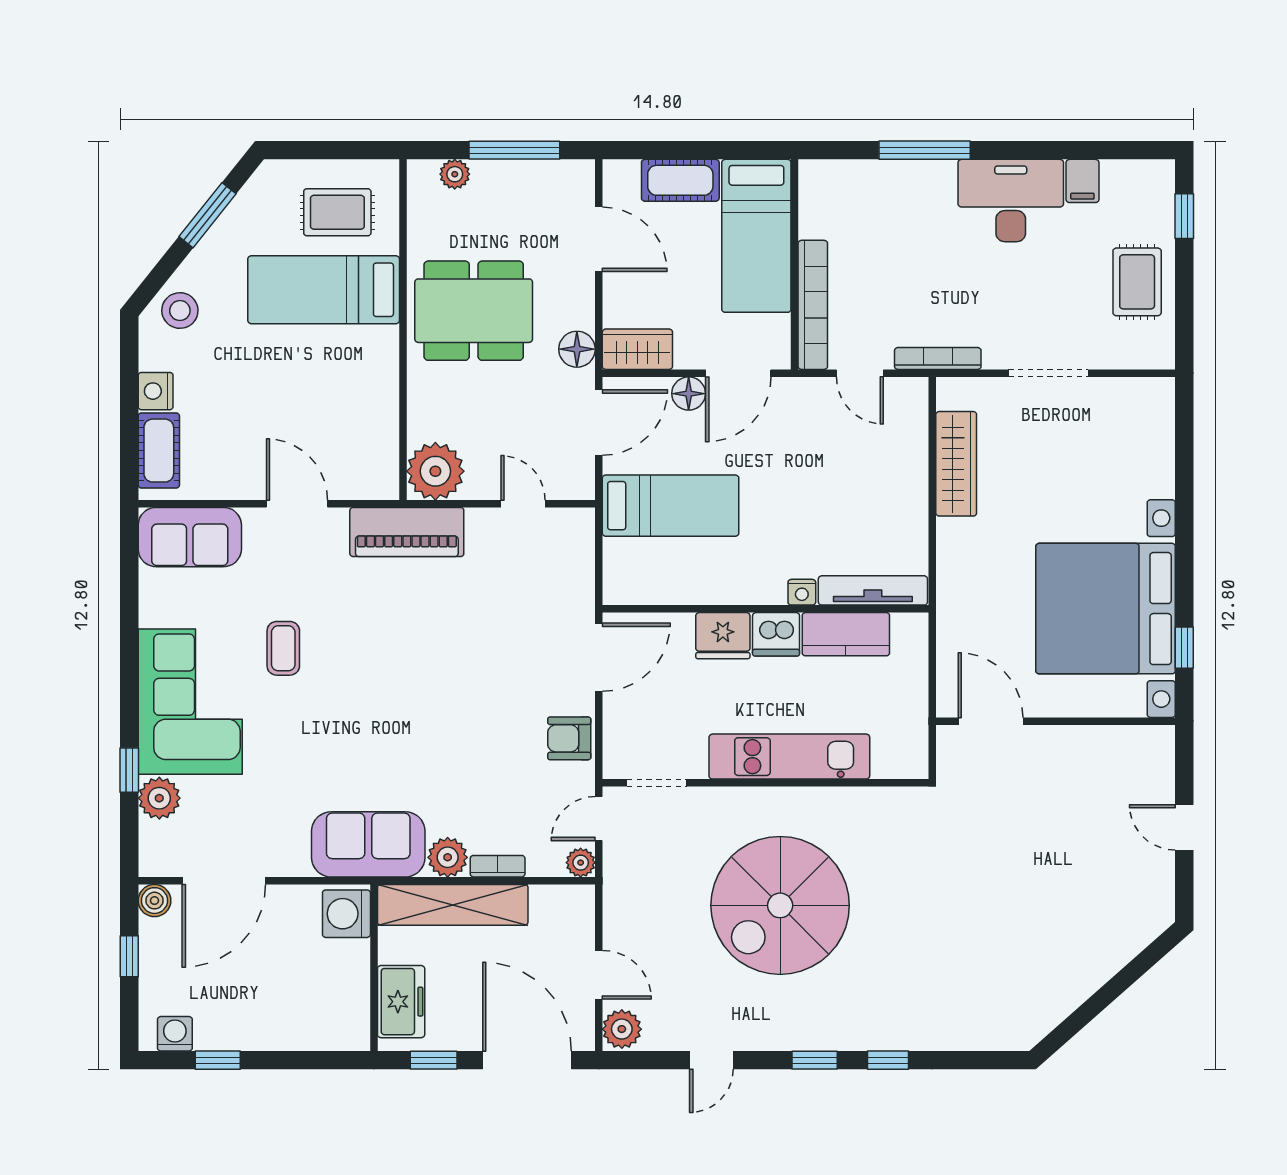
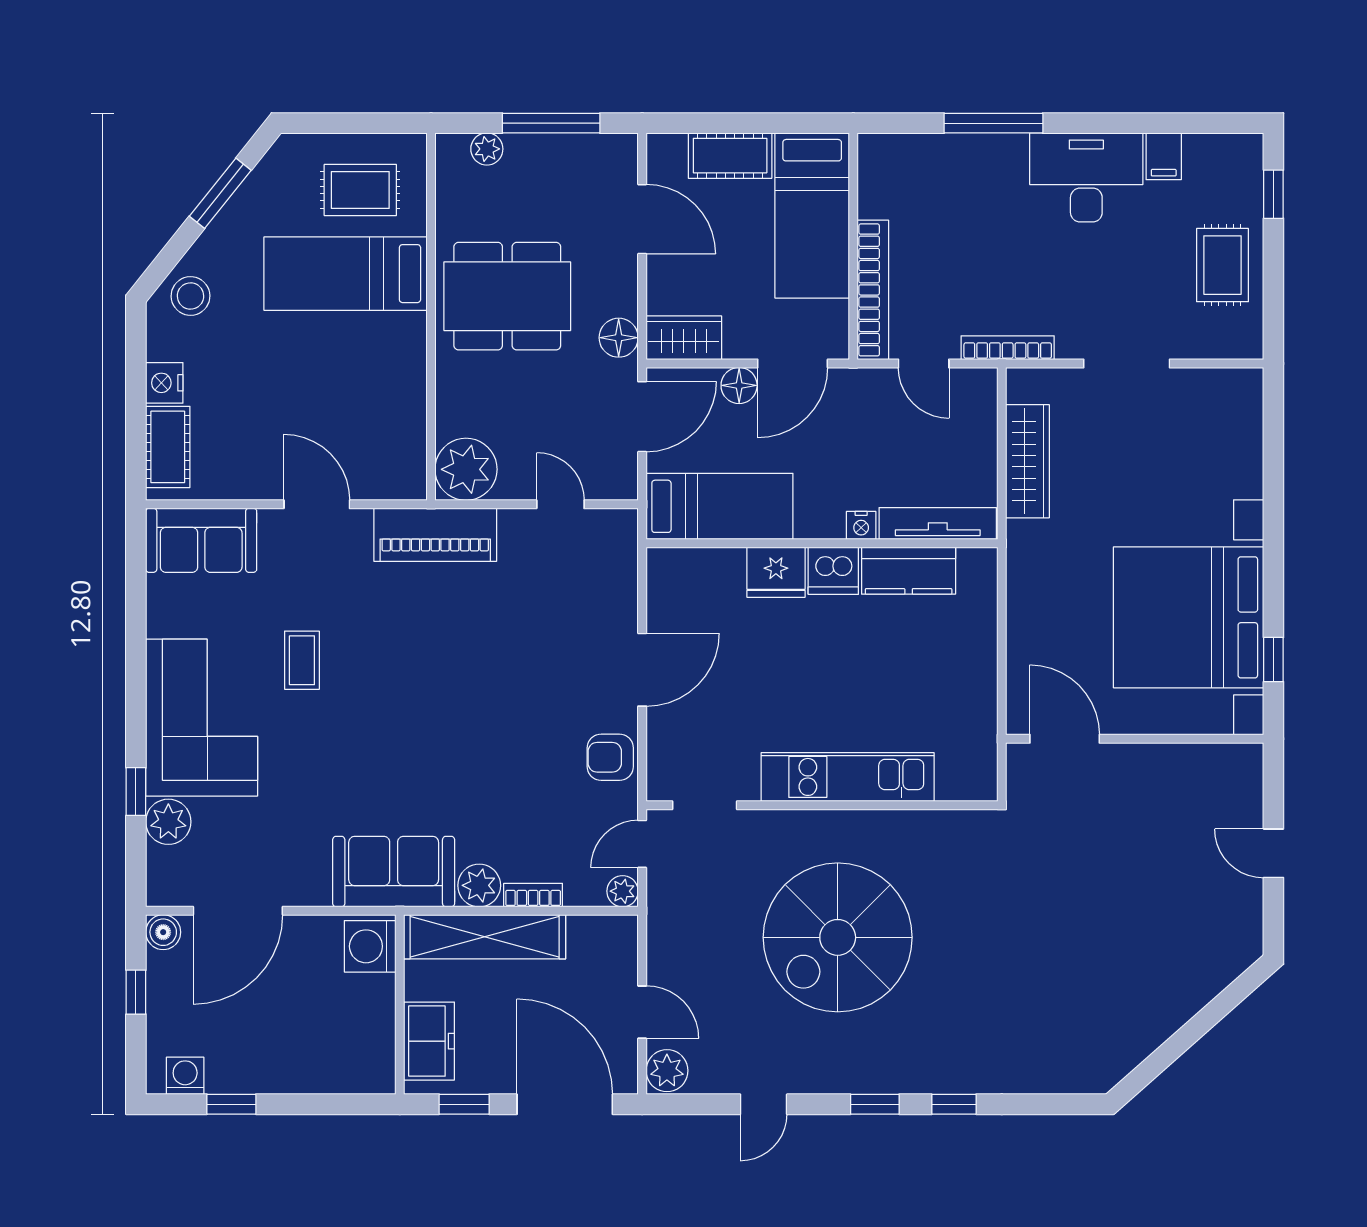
tv unit: (873, 590) -> (938, 524), moved
nightstand: (802, 592) -> (861, 525), moved
wall: (766, 609) -> (822, 543), moved
dishwasher: (776, 634) -> (833, 571), moved
kitchen counter: (846, 634) -> (909, 571), moved
fridge: (723, 636) -> (776, 572), moved

